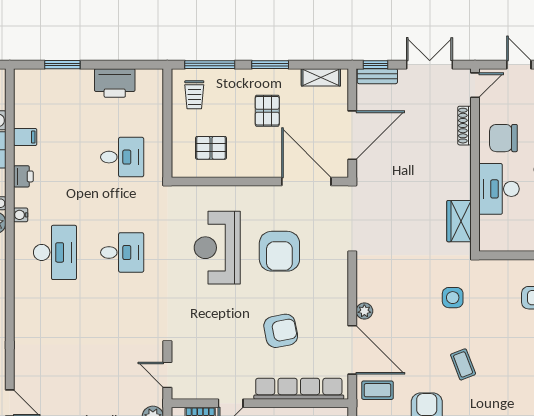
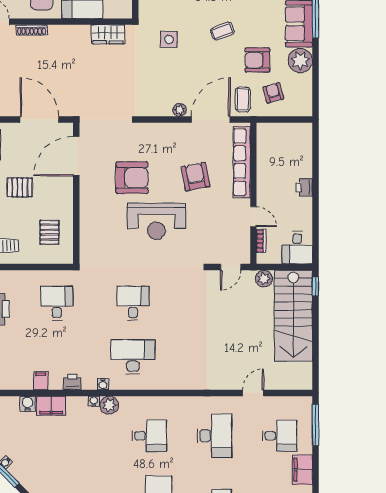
reception desk: (217, 248) -> (156, 221), moved

